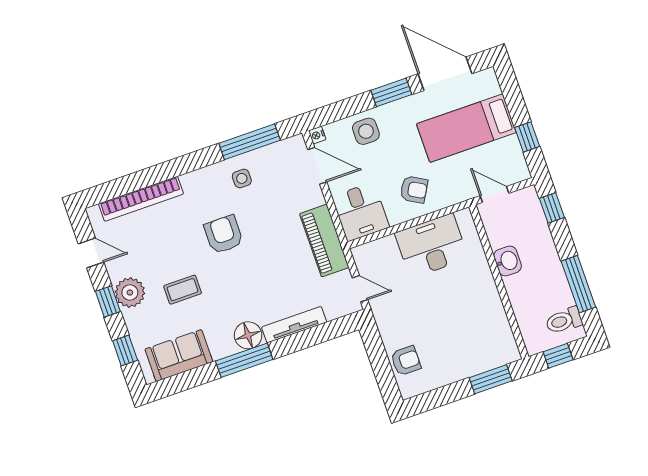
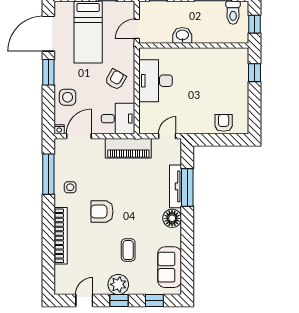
bookcase: (141, 199) -> (61, 236), moved
window: (244, 360) -> (187, 187), moved
window: (491, 379) -> (254, 73), width x0.67

